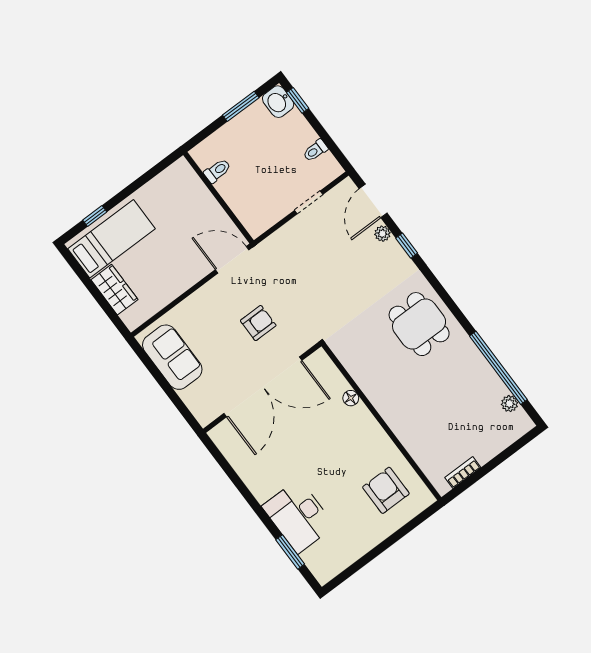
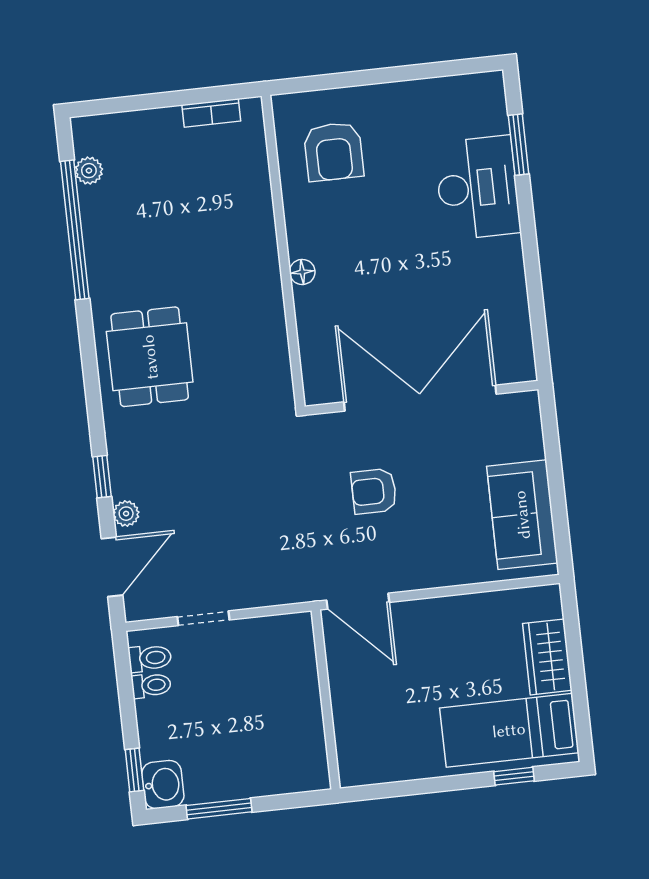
toilet: (217, 171) -> (150, 658), moved, turned 180
floor lamp: (351, 398) -> (302, 272), moved

